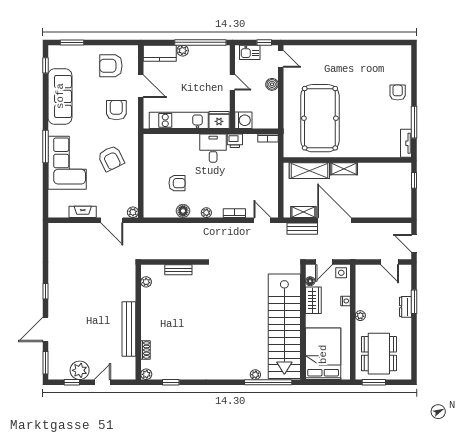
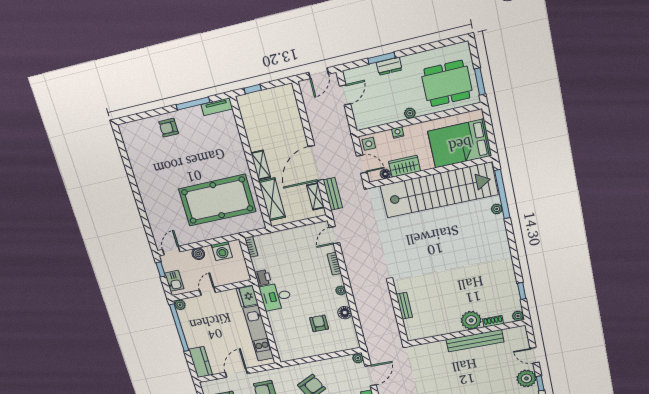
plant: (183, 51) -> (180, 305), moved
washing machine: (243, 120) -> (222, 251), moved, turned 180
plant: (146, 282) -> (471, 320), moved, width x1.88, depth x1.88

